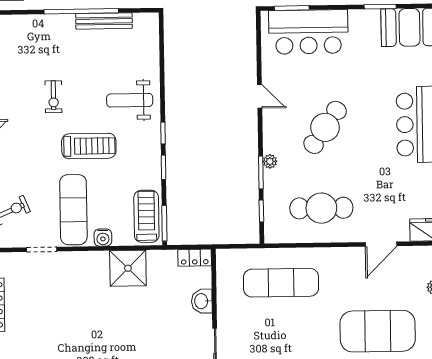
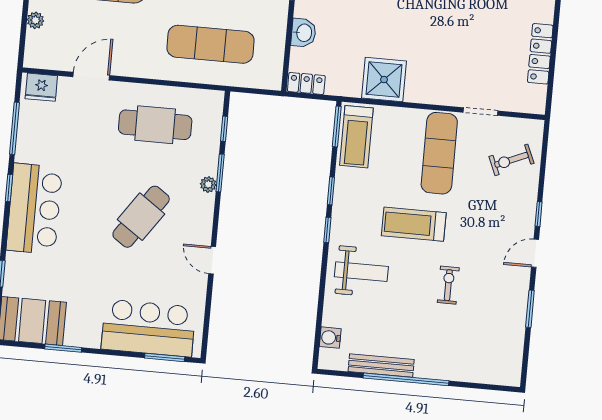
water cooler: (103, 238) -> (330, 338), moved, turned -90

